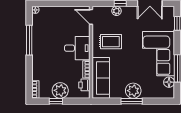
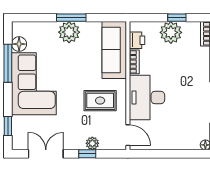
desk: (77, 48) -> (147, 97), width x1.37

